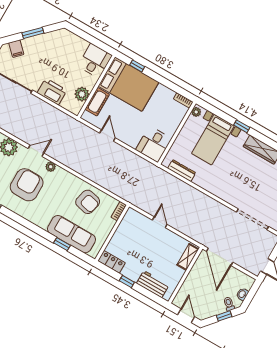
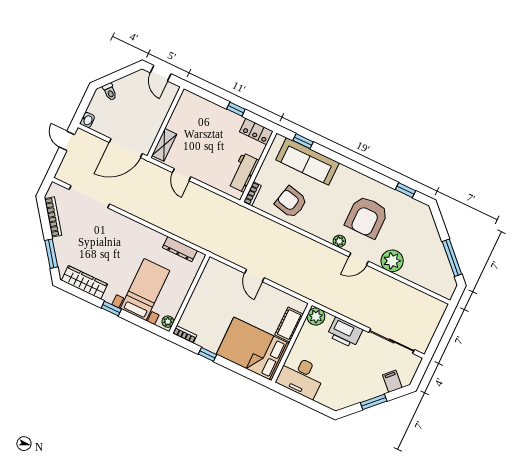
desk: (95, 61) -> (301, 377), width x1.37
window: (137, 66) -> (207, 354), moved
plant: (82, 94) -> (316, 316), moved
door: (107, 135) -> (254, 275), moved
desk: (154, 144) -> (216, 278), removed
door: (160, 222) -> (182, 175), moved
window: (62, 244) -> (303, 141), moved
door: (220, 257) -> (126, 148), swing flipped
workbench: (153, 284) -> (243, 173), moved, turned 90
washbasin: (242, 294) -> (87, 120), moved
window: (224, 316) -> (115, 77), removed

